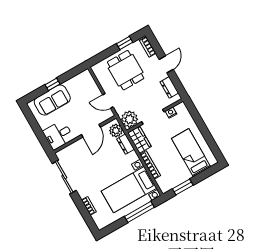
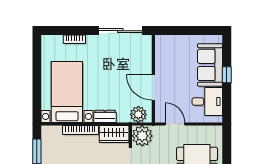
door: (108, 101) -> (175, 124), hinge flipped
desk: (58, 135) -> (207, 102), moved, turned 90
dresser: (126, 144) -> (105, 116), moved
window: (139, 212) -> (37, 90), removed

